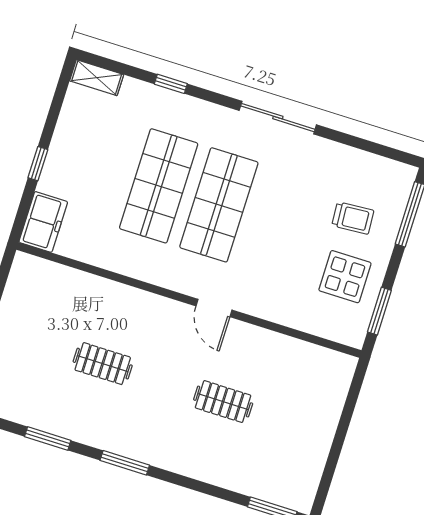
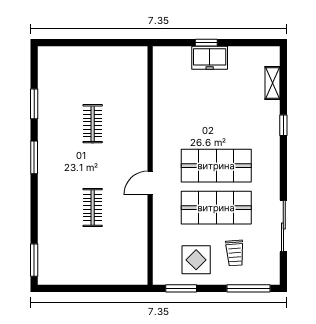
shelving: (97, 78) -> (273, 83), moved
window: (171, 84) -> (283, 125), moved
sliding door: (278, 118) -> (283, 226), moved
shop shelf: (159, 186) -> (216, 208), moved
freezer: (43, 222) -> (210, 58), moved

